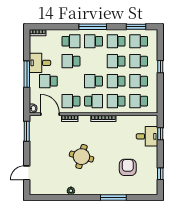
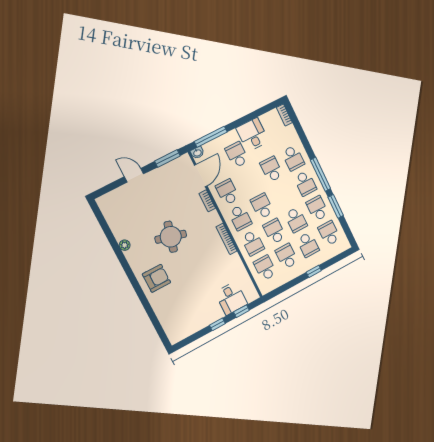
window: (136, 27) -> (336, 206), moved
school desk: (94, 41) -> (305, 183), turned 180
school desk: (116, 61) -> (296, 220), turned 180
school desk: (139, 61) -> (308, 245), turned 180
window: (27, 74) -> (211, 137), moved
school desk: (116, 101) -> (253, 243), turned 180
armchair: (128, 167) -> (156, 278), moved
door: (27, 173) -> (134, 175), moved
window: (160, 174) -> (217, 324), moved
window: (113, 197) -> (143, 298), removed

